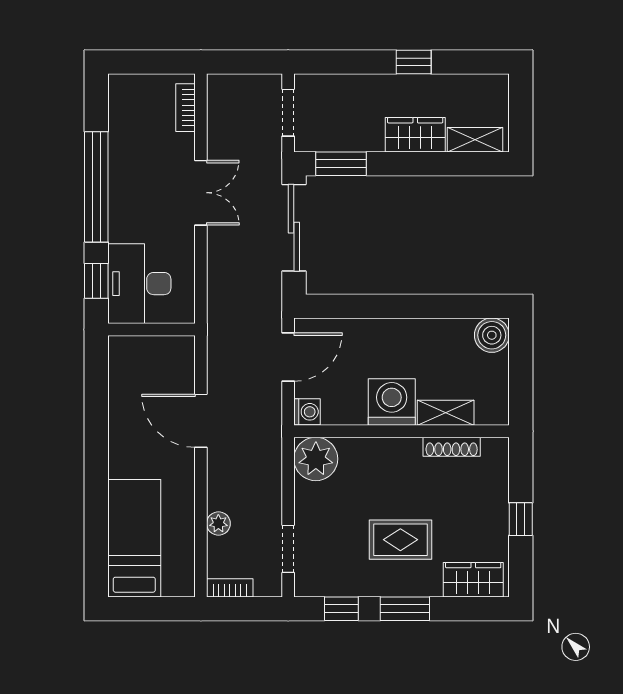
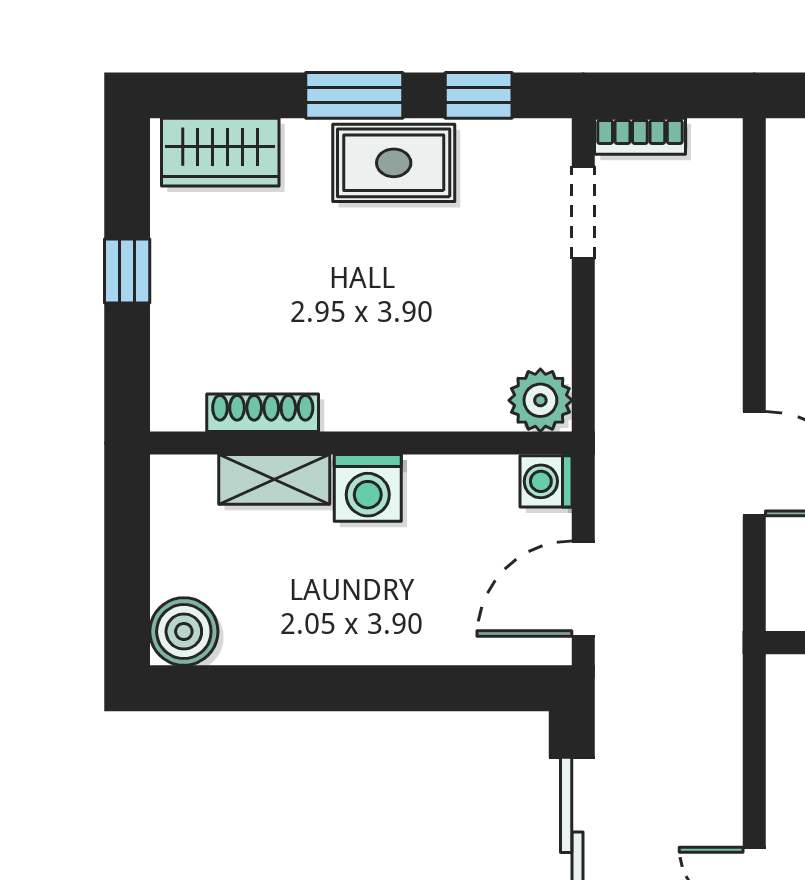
washing machine: (392, 402) -> (368, 488), width x0.73, depth x0.73
plant: (316, 459) -> (540, 400), width x0.73, depth x0.73
plant: (218, 524) -> (720, 262), removed
rug: (400, 540) -> (394, 163), moved
bookcase: (230, 588) -> (640, 136), moved

